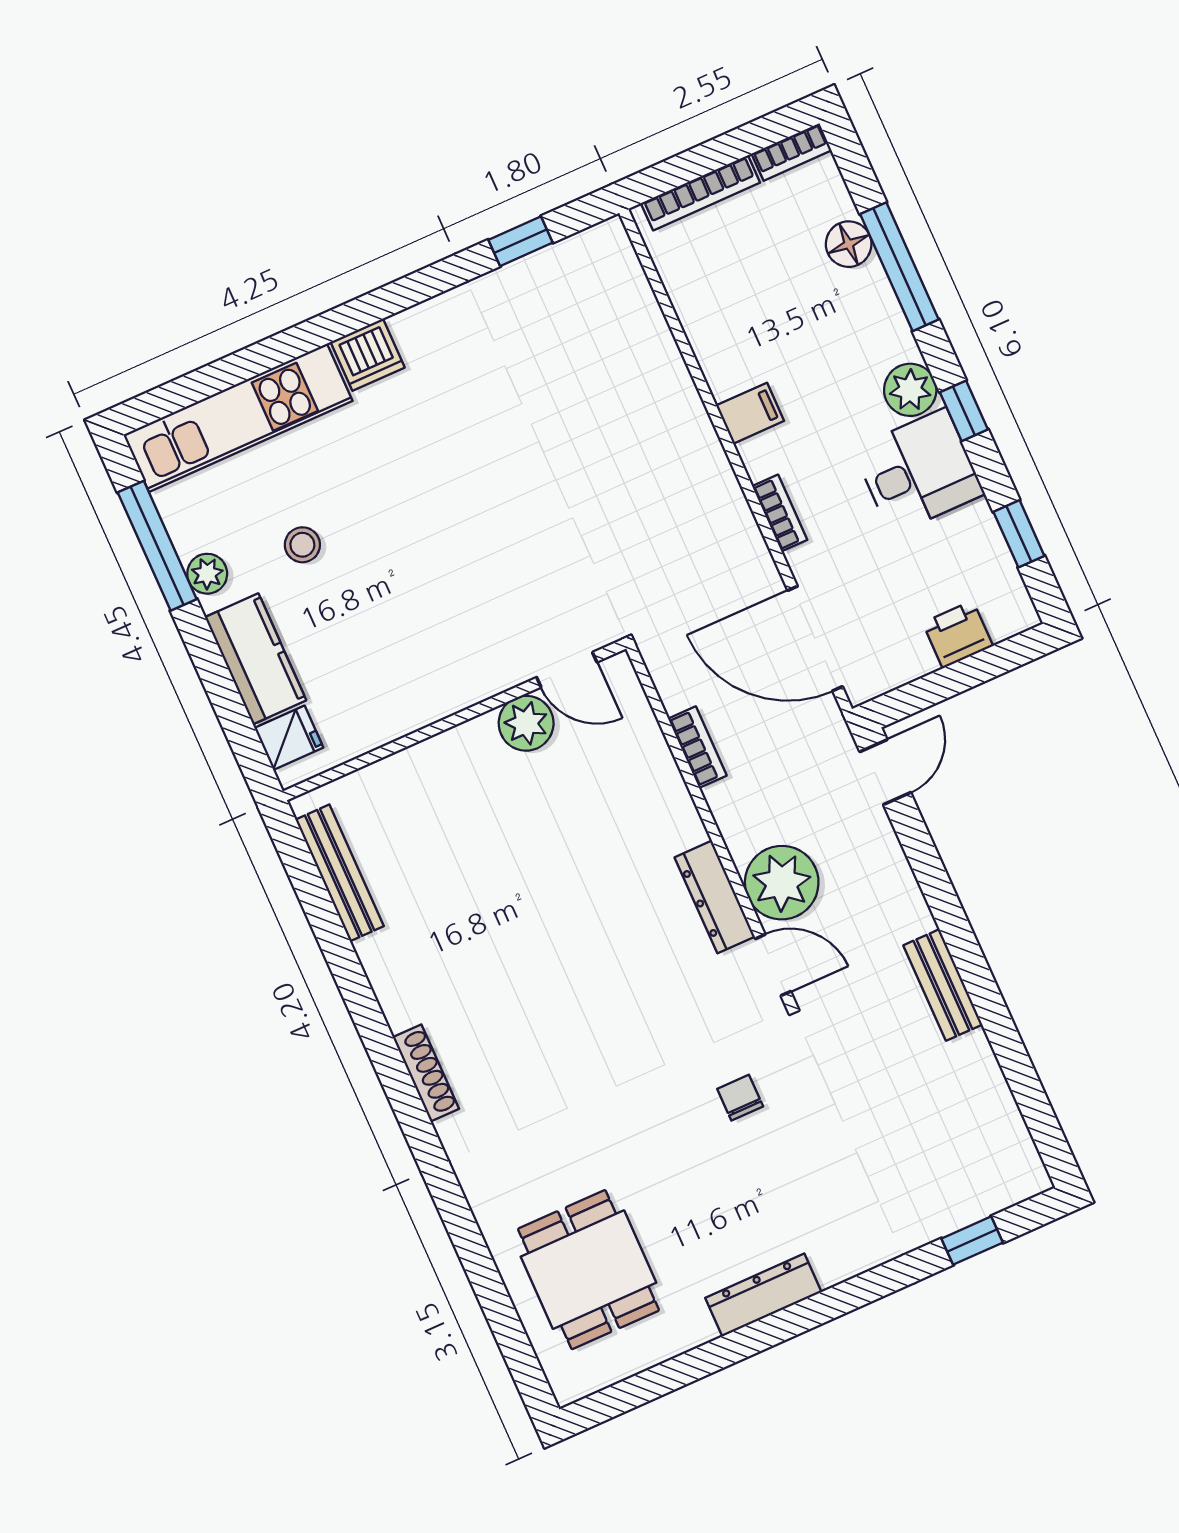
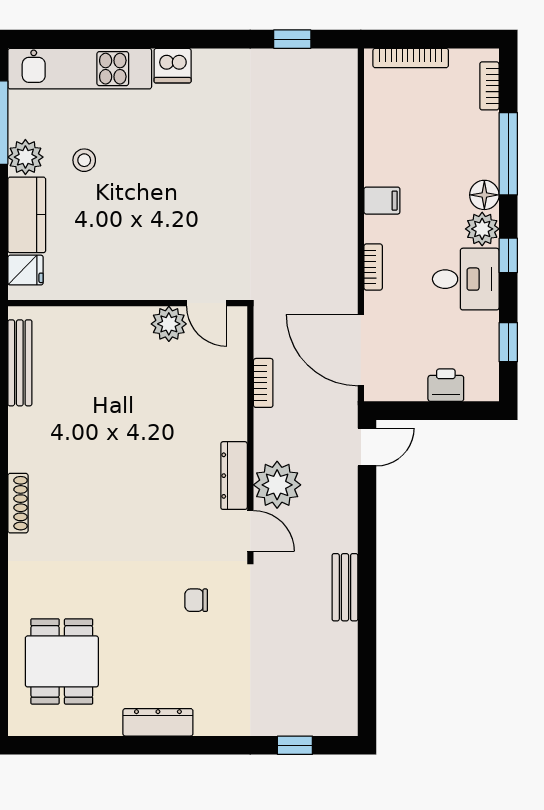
bookcase: (792, 152) -> (489, 86), moved, turned 90
floor lamp: (849, 244) -> (484, 195), moved
plant: (207, 574) -> (25, 157), width x1.38, depth x1.38
chair: (740, 1098) -> (196, 600), turned -90

